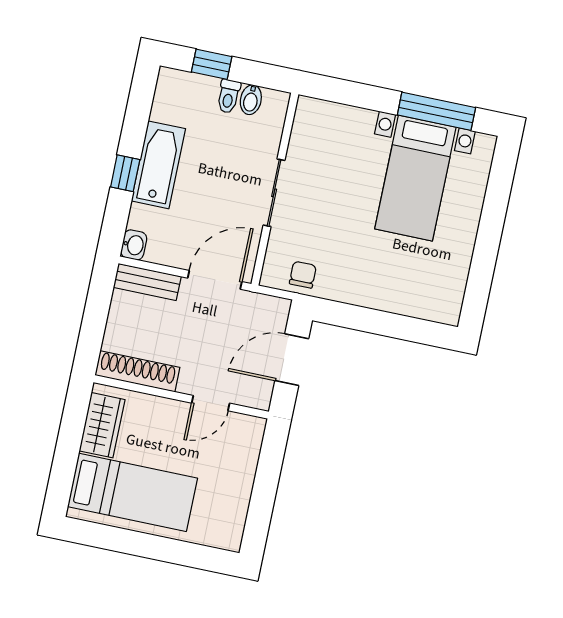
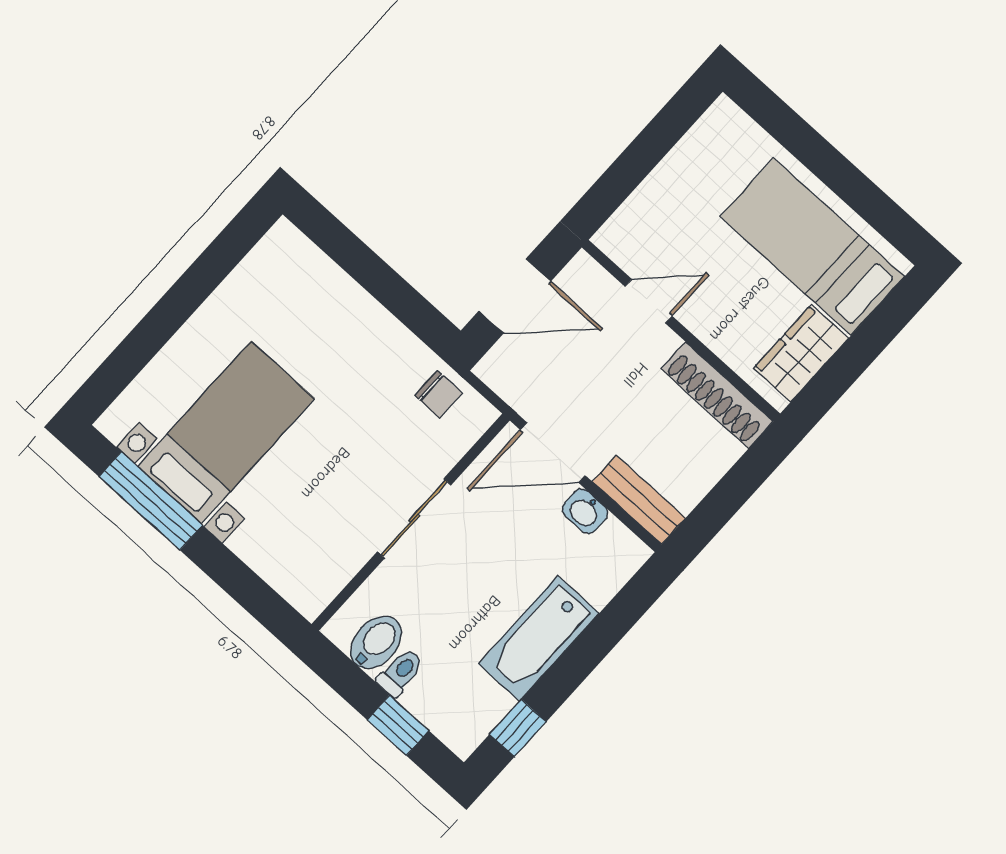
bidet: (251, 100) -> (376, 642), width x1.38, depth x1.36
window: (125, 173) -> (518, 728), moved
washbasin: (134, 245) -> (585, 511), moved, turned -90
chair: (303, 275) -> (438, 394), turned -90

